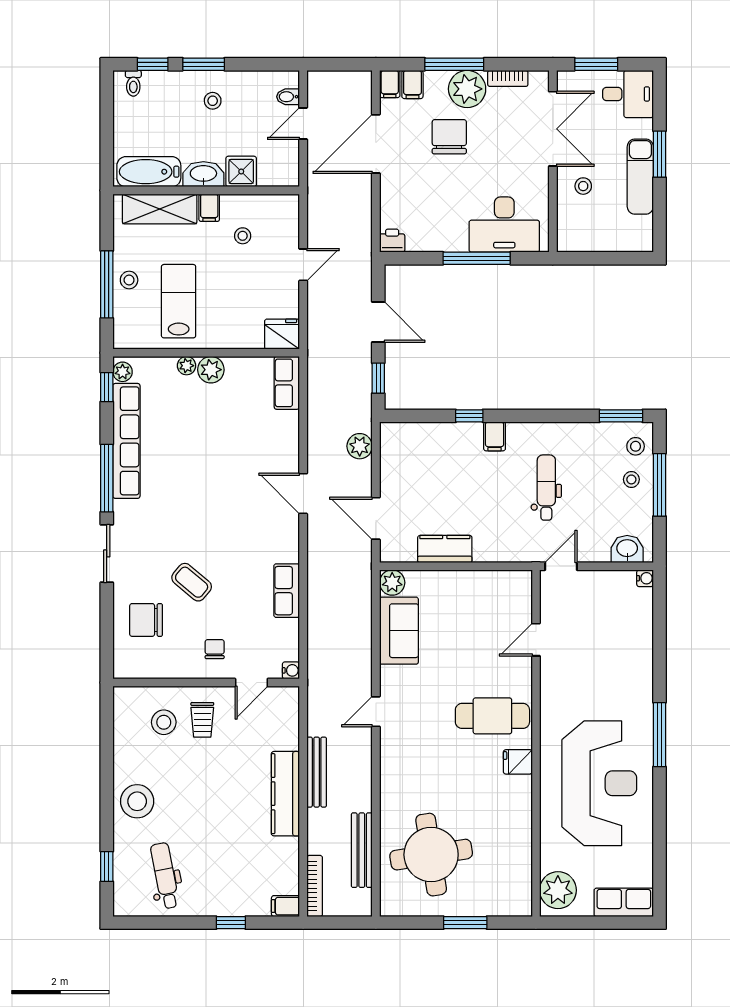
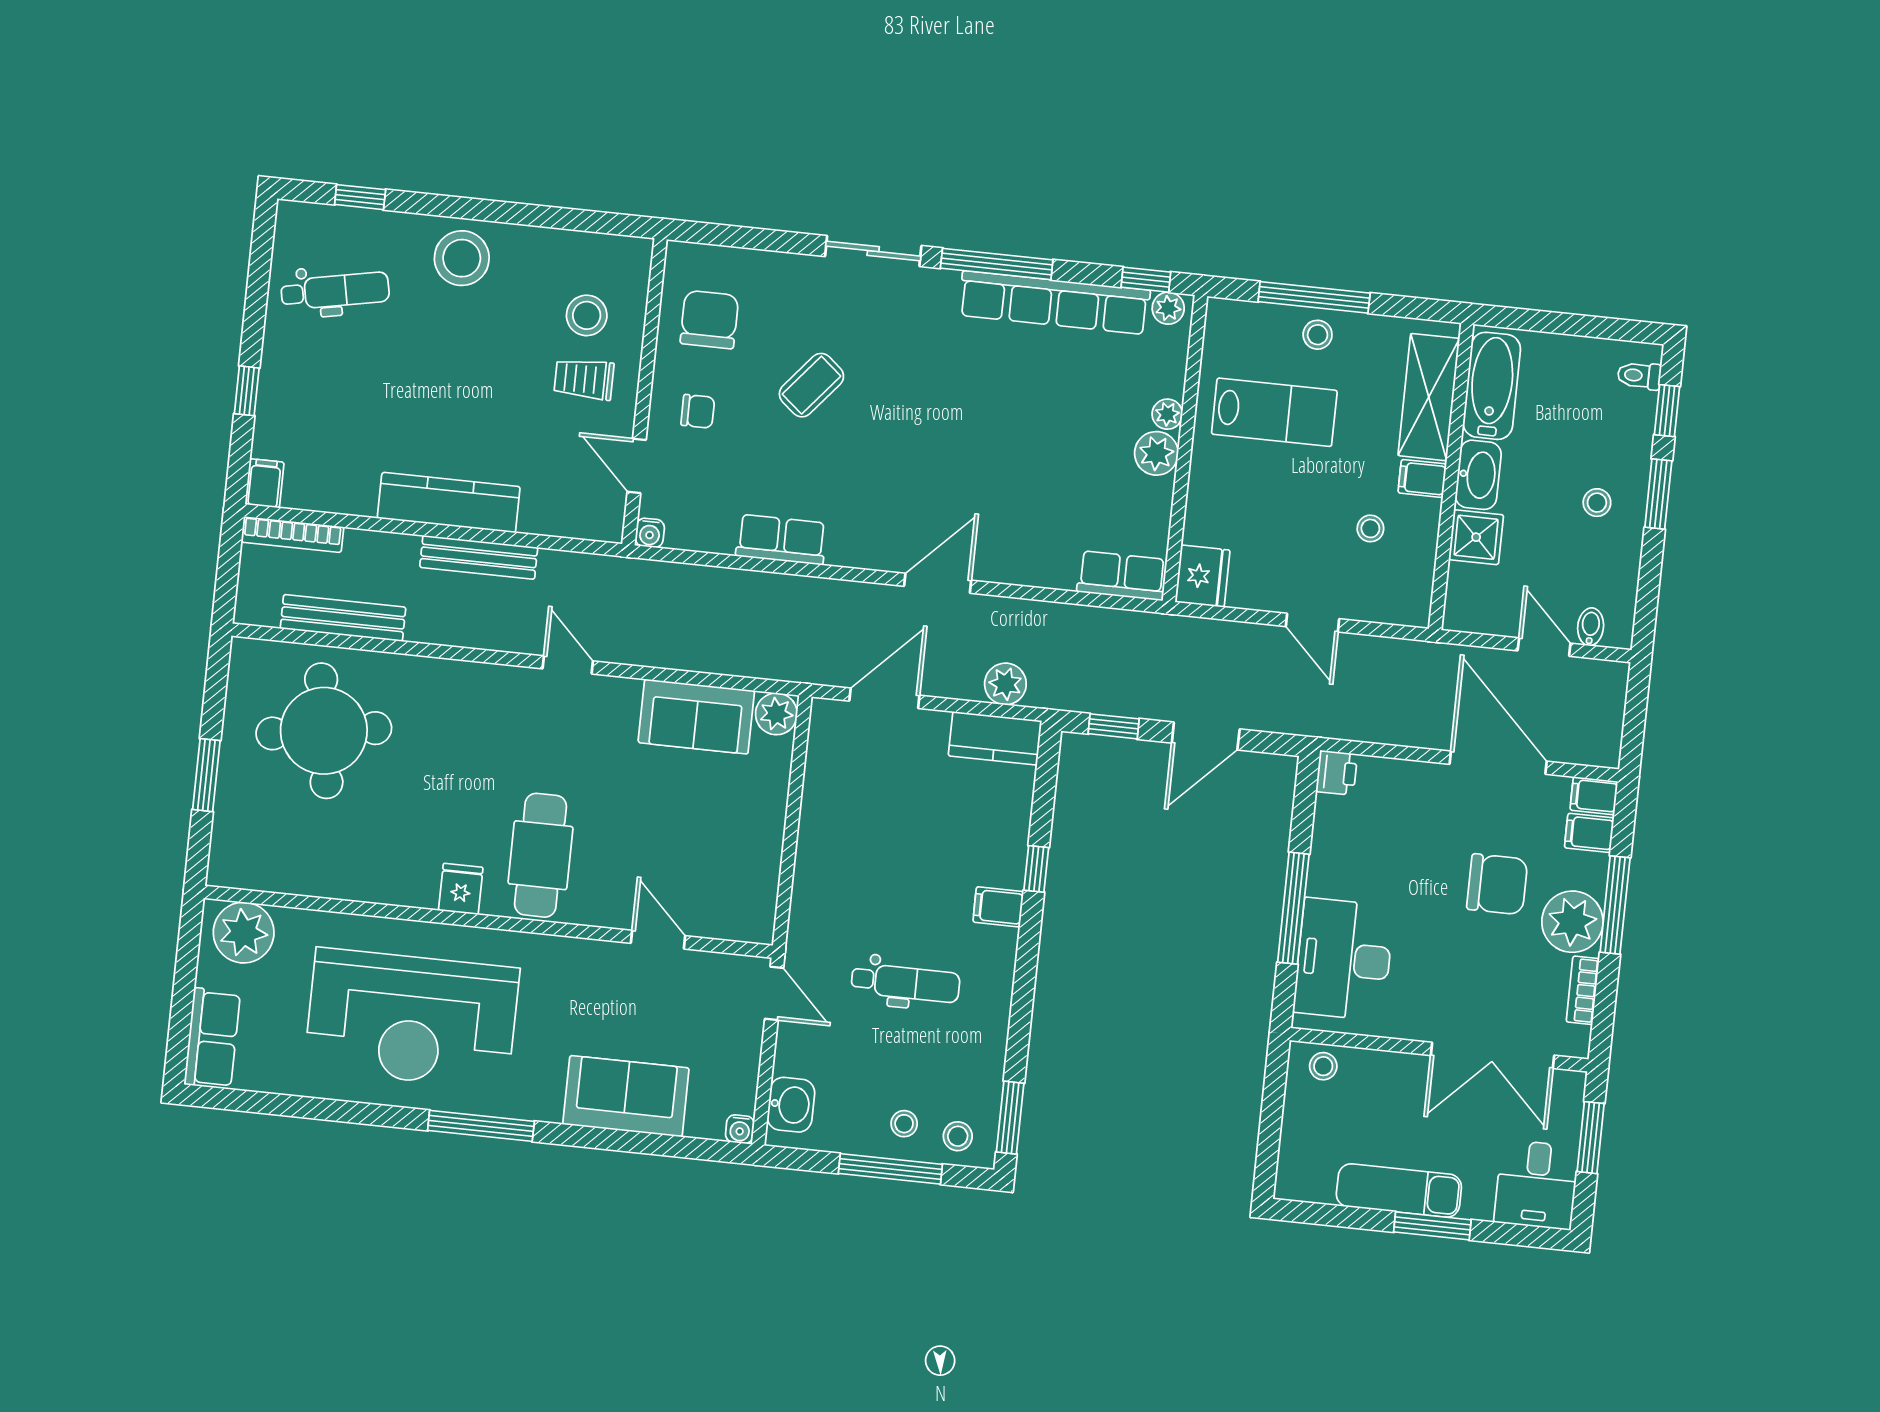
stool: (583, 186) -> (1323, 1066), moved
kitchen counter: (445, 549) -> (995, 738), moved, turned 90
chair: (146, 620) -> (709, 320), moved
sofa: (632, 649) -> (626, 1096), added

